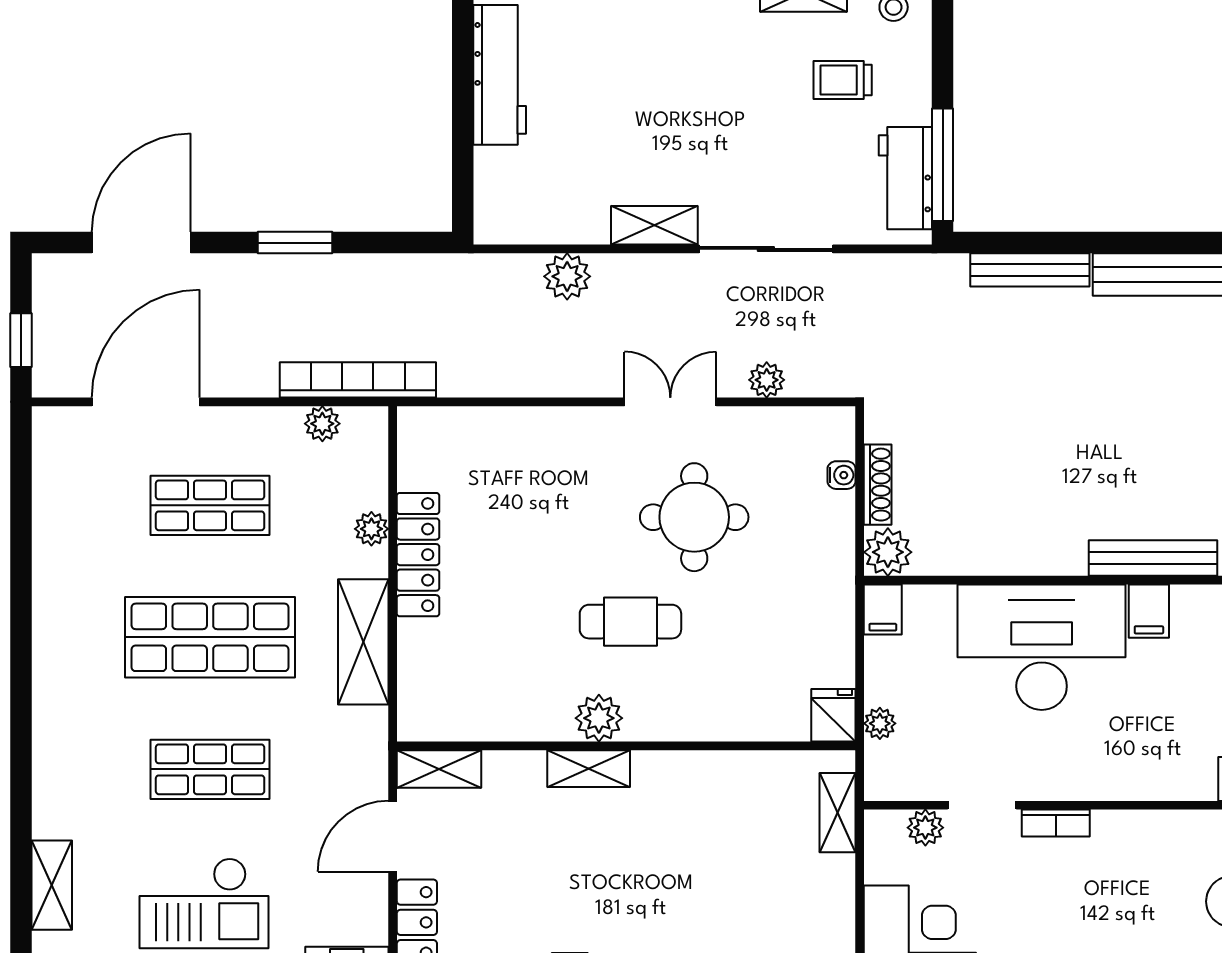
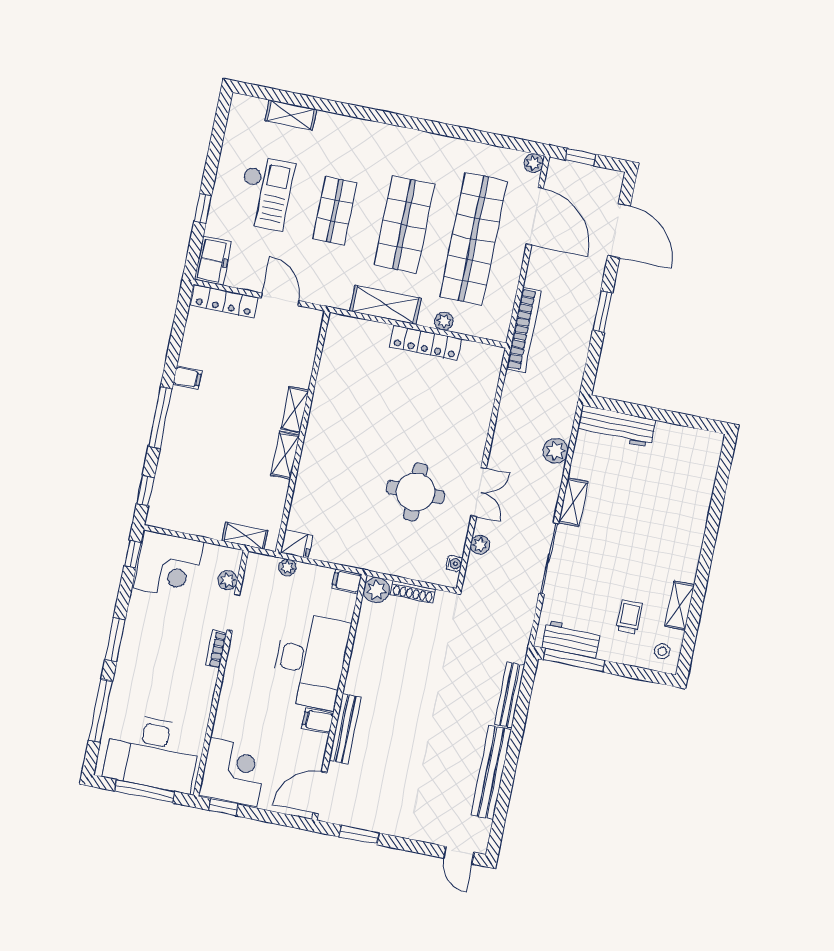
workbench: (500, 75) -> (616, 426), moved
plant: (322, 424) -> (534, 163), moved
water cooler: (842, 475) -> (454, 563), moved, turned -90
shop shelf: (210, 505) -> (474, 239), width x2.00, depth x1.36
cafe table: (630, 622) -> (367, 447), removed
plant: (599, 718) -> (320, 420), removed
shelving: (439, 769) -> (285, 455), moved
checkout: (204, 903) -> (265, 193), turned 180

